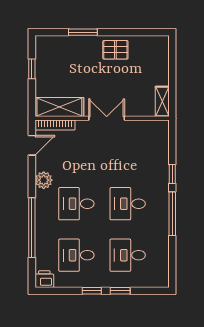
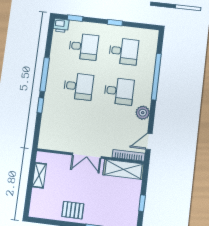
shelving: (162, 101) -> (39, 175), moved
printer: (44, 279) -> (61, 26), moved
window: (120, 291) -> (75, 18), moved

